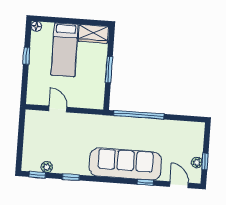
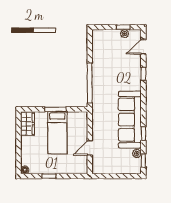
bed: (65, 50) -> (57, 133), moved, turned 90
sofa: (125, 164) -> (130, 120), moved

